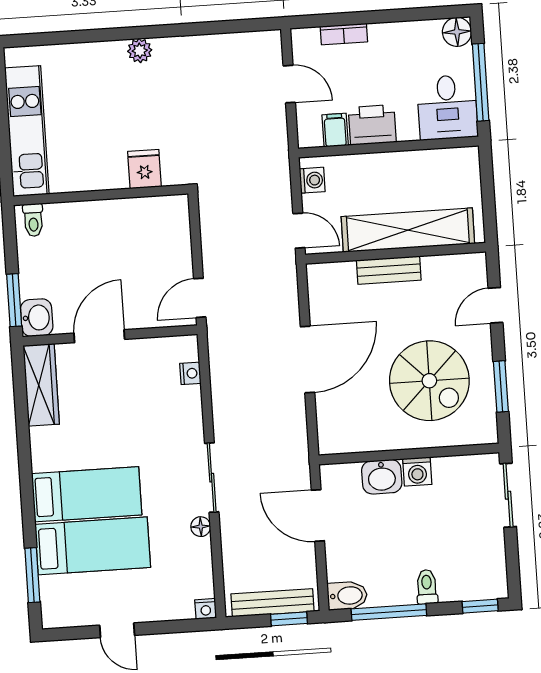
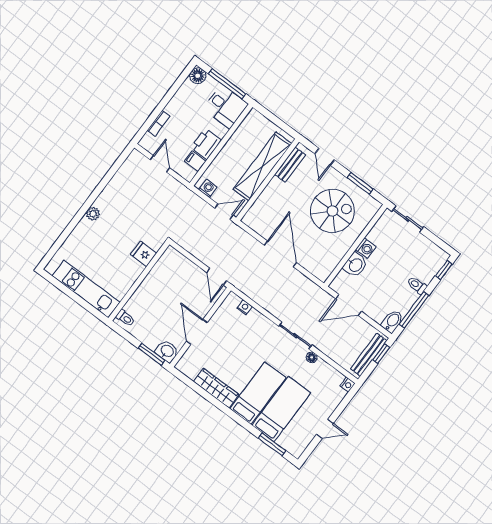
door: (289, 84) -> (160, 164), hinge flipped
bench: (389, 270) -> (290, 165), moved
wardrobe: (41, 385) -> (216, 388), moved

